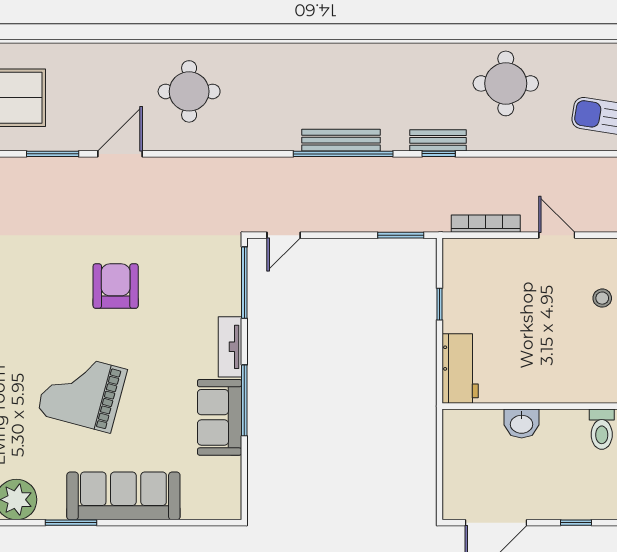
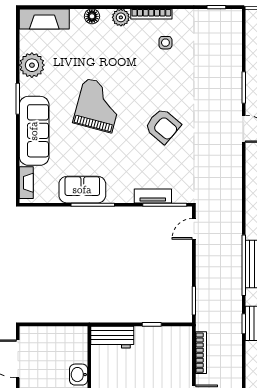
door: (284, 235) -> (194, 229), hinge flipped
armchair: (116, 286) -> (163, 126), turned 40
tv unit: (230, 347) -> (153, 196), moved
fireplace: (208, 509) -> (26, 183), added

